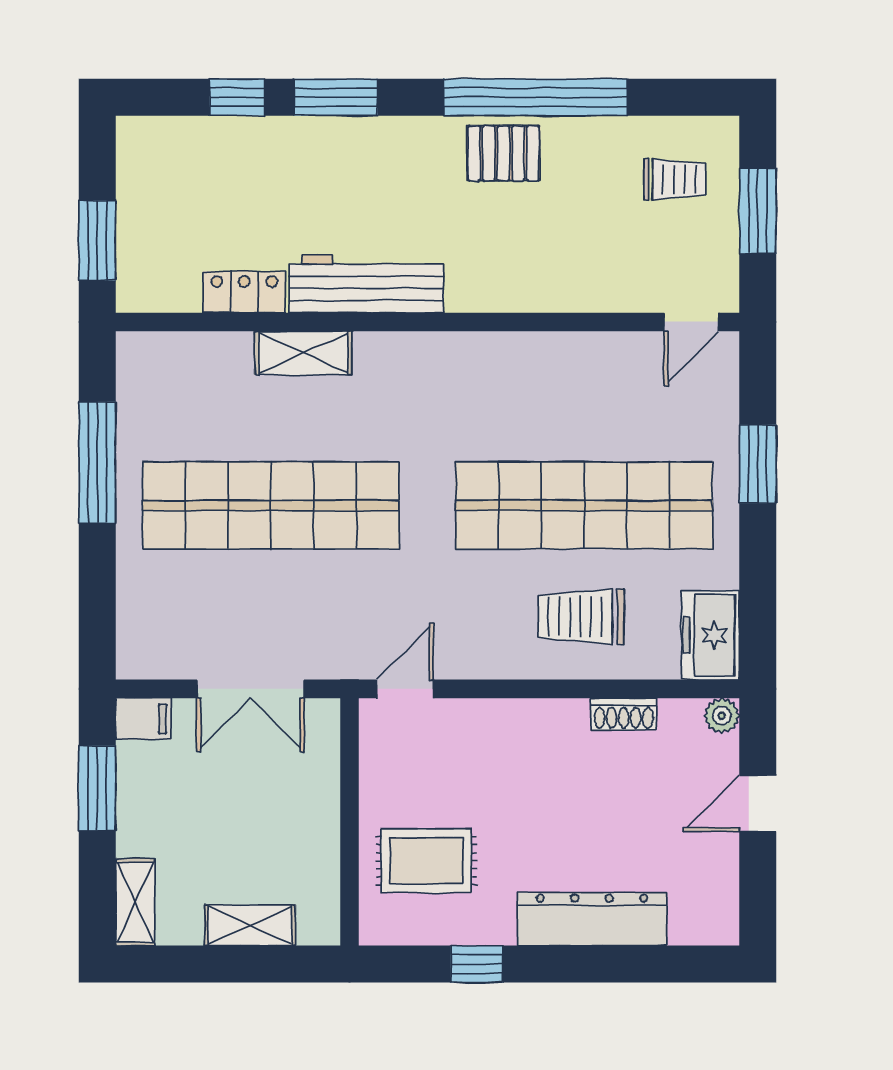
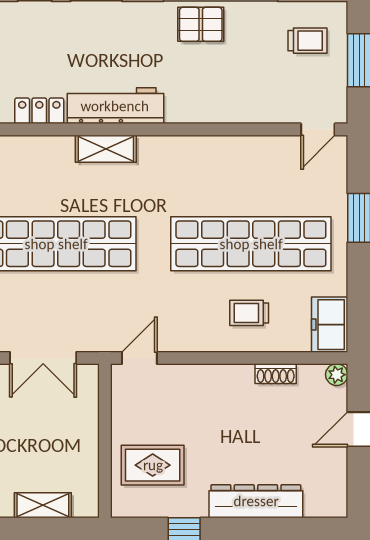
shelving: (303, 353) -> (106, 149), moved
trolley: (581, 617) -> (249, 313), width x0.73, depth x0.72

